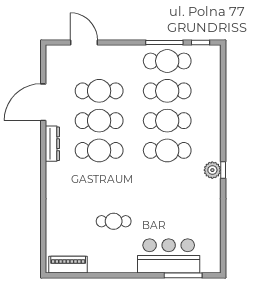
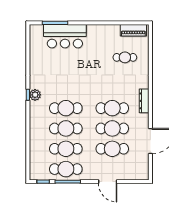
door: (84, 42) -> (108, 182), moved
dresser: (52, 144) -> (144, 101), moved
cafe table: (114, 221) -> (125, 57), moved

